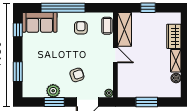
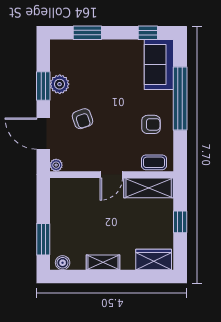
wardrobe: (174, 36) -> (154, 260), moved
boiler: (176, 78) -> (63, 263), moved
window: (147, 102) -> (43, 239), moved

